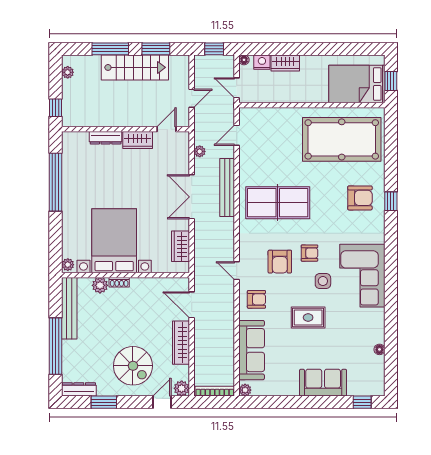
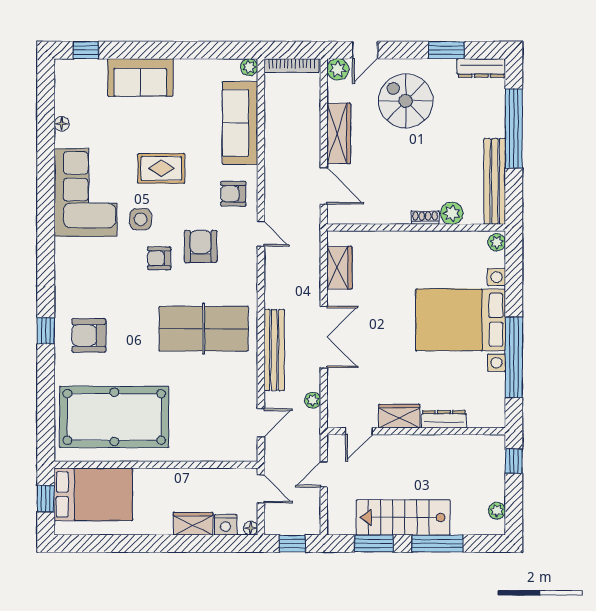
bed with nightstands: (114, 241) -> (461, 320), moved, turned 90
corner sofa: (362, 276) -> (85, 193), moved

